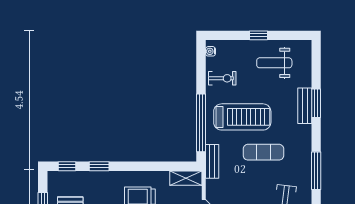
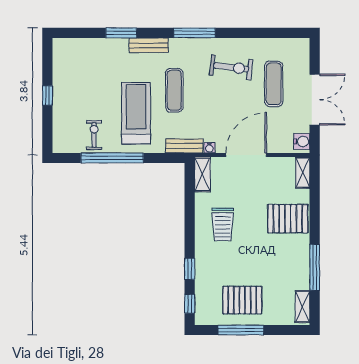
water cooler: (211, 51) -> (209, 148), moved
weight bench: (274, 63) -> (77, 78), removed
bench: (305, 106) -> (149, 45), moved
window: (201, 123) -> (112, 158), moved

